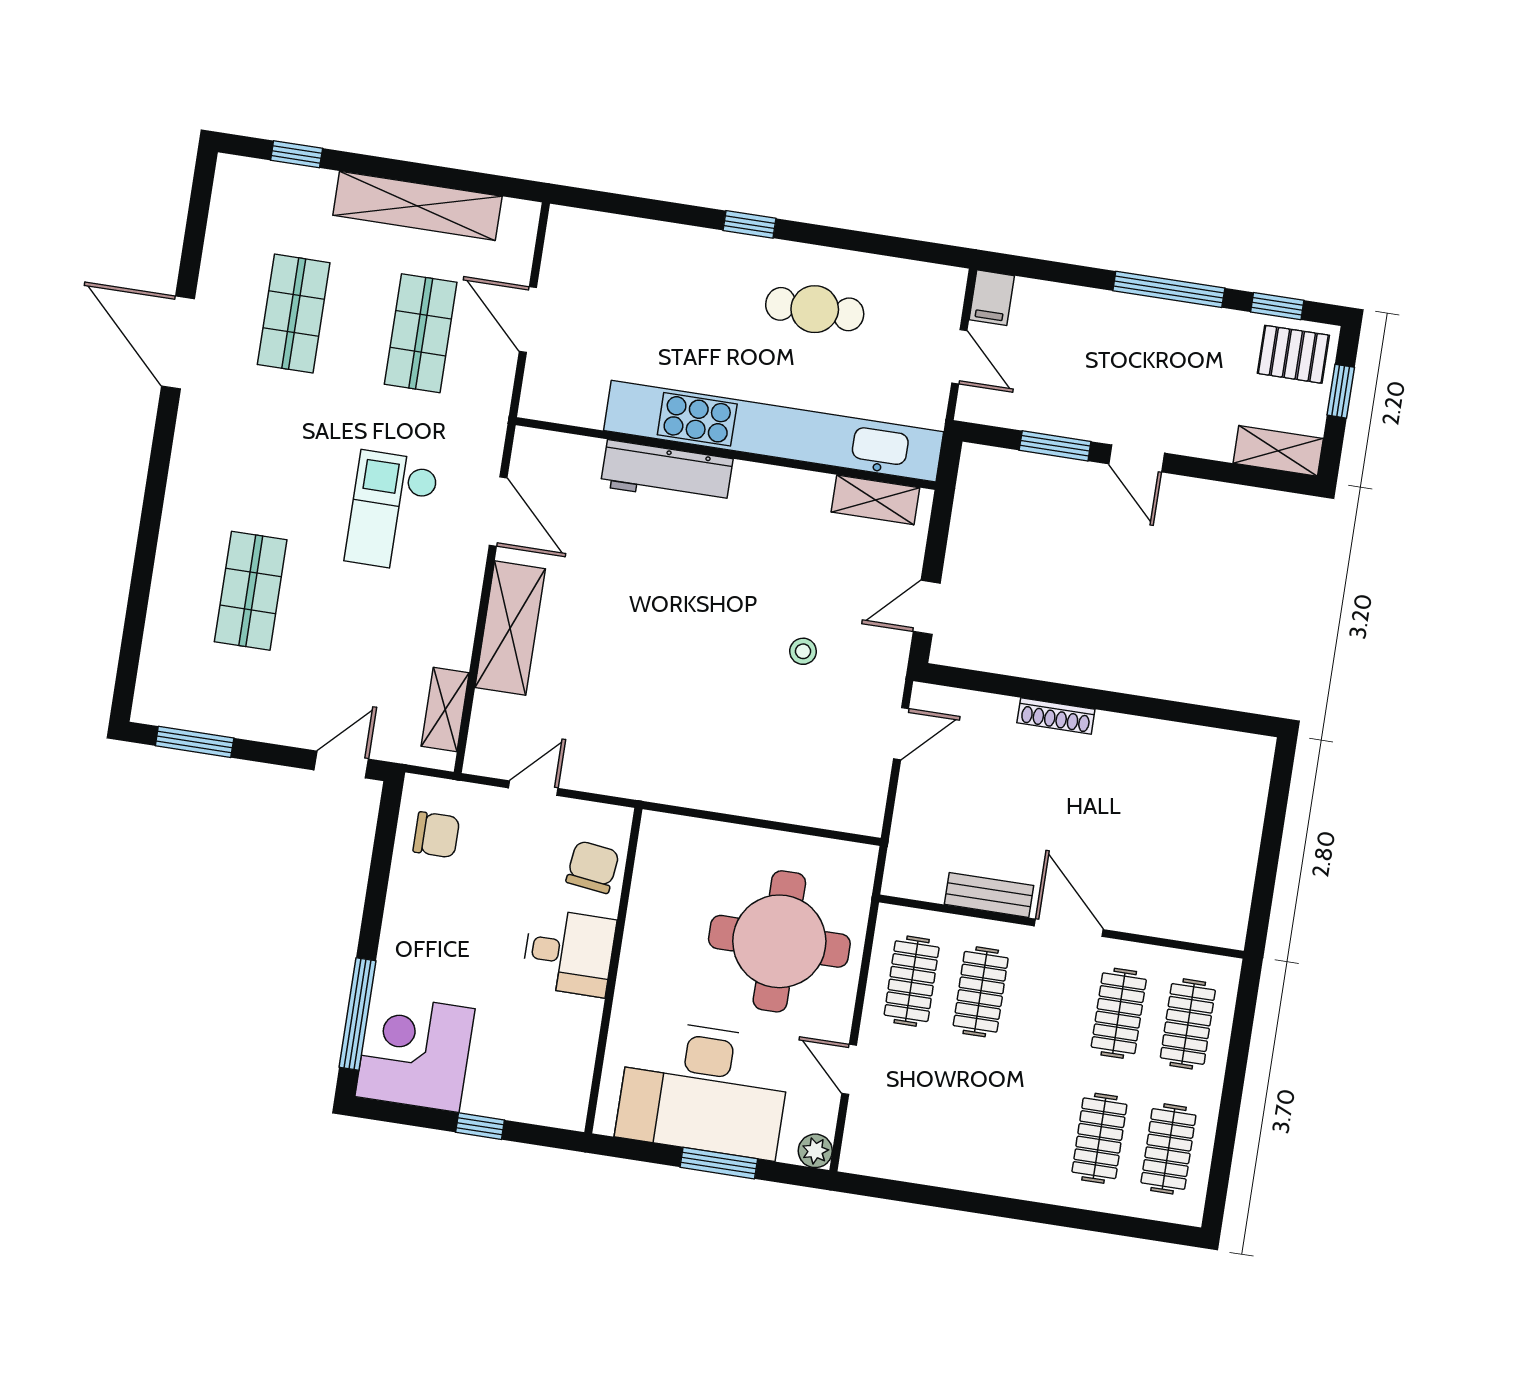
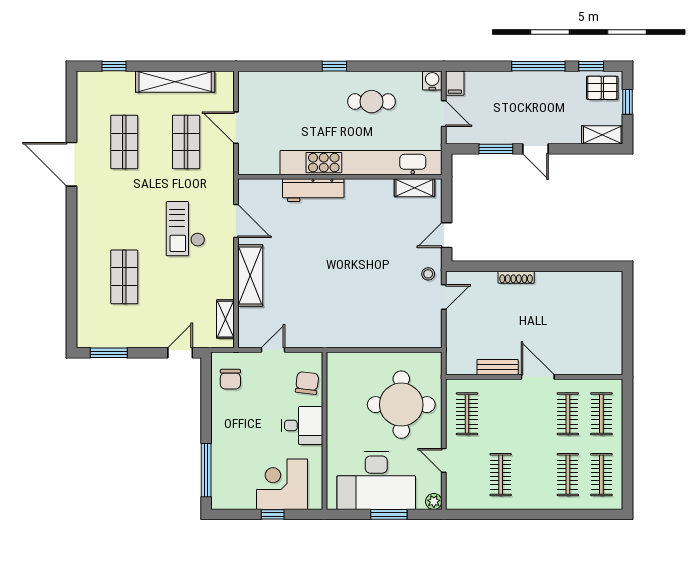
water cooler: (946, 285) -> (432, 81), added
stool: (803, 651) -> (428, 274), moved
chair: (436, 835) -> (230, 379), turned 90
clothes rail: (981, 992) -> (501, 475), moved
corner desk: (415, 1053) -> (282, 484), moved

